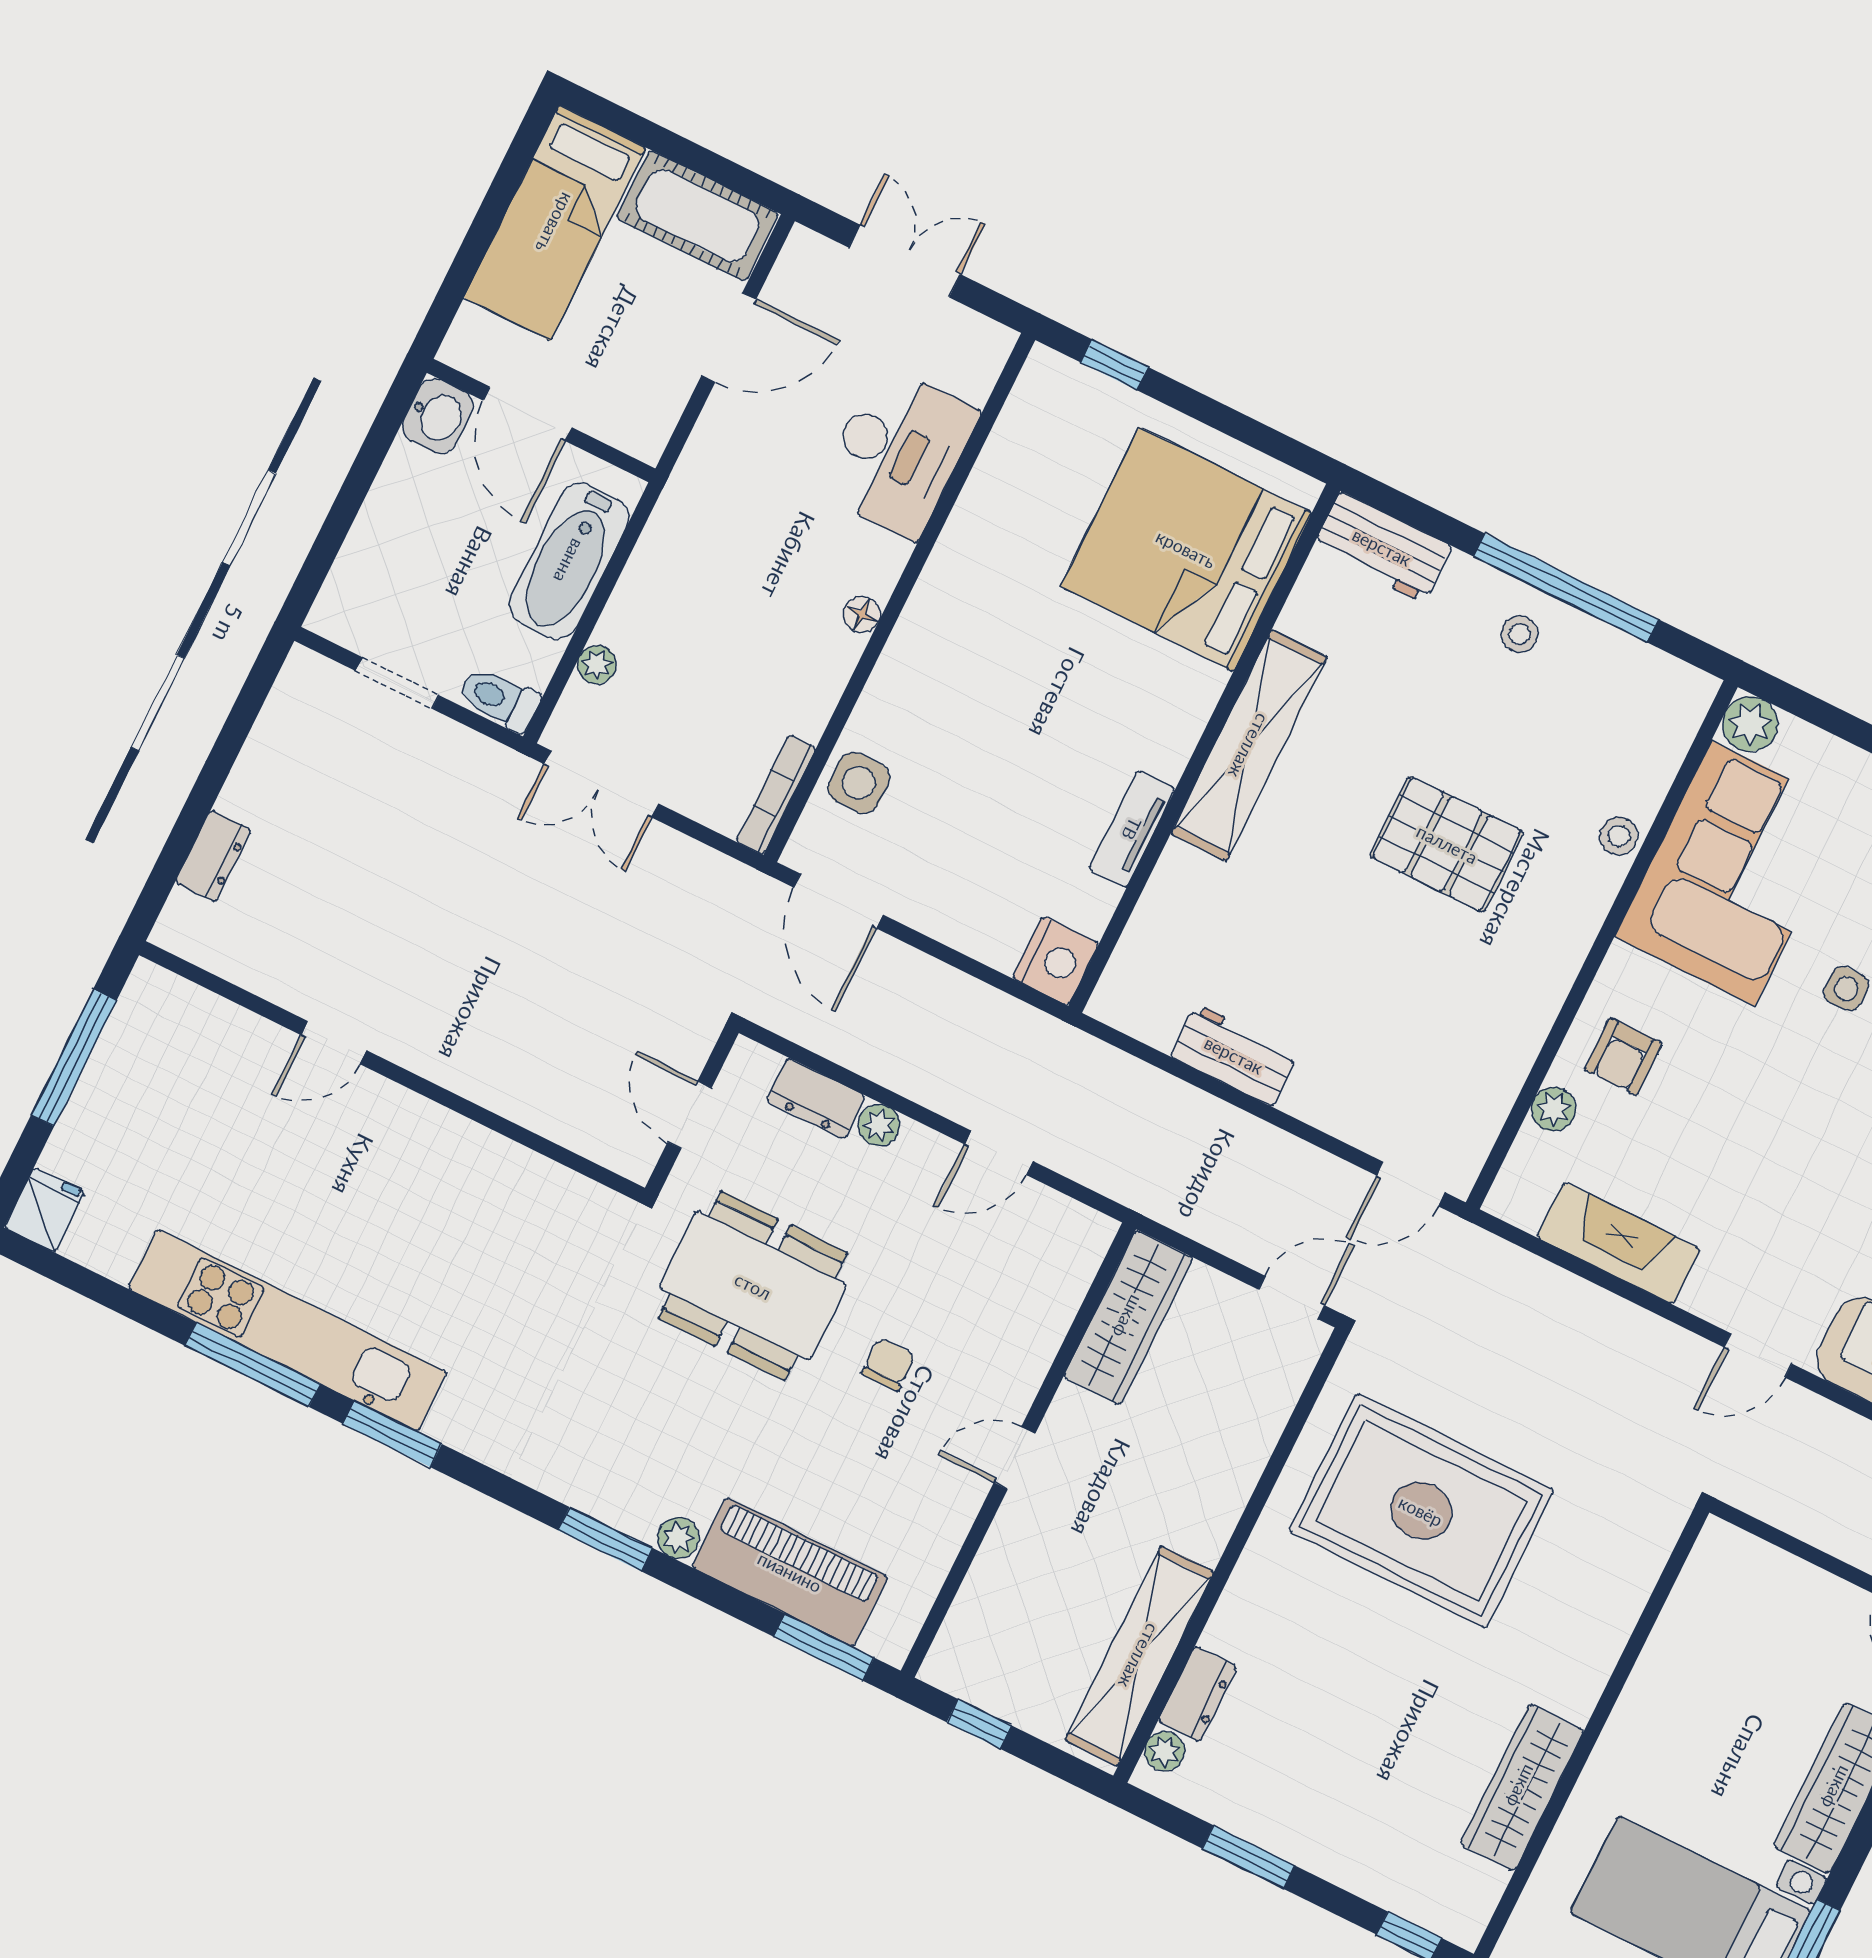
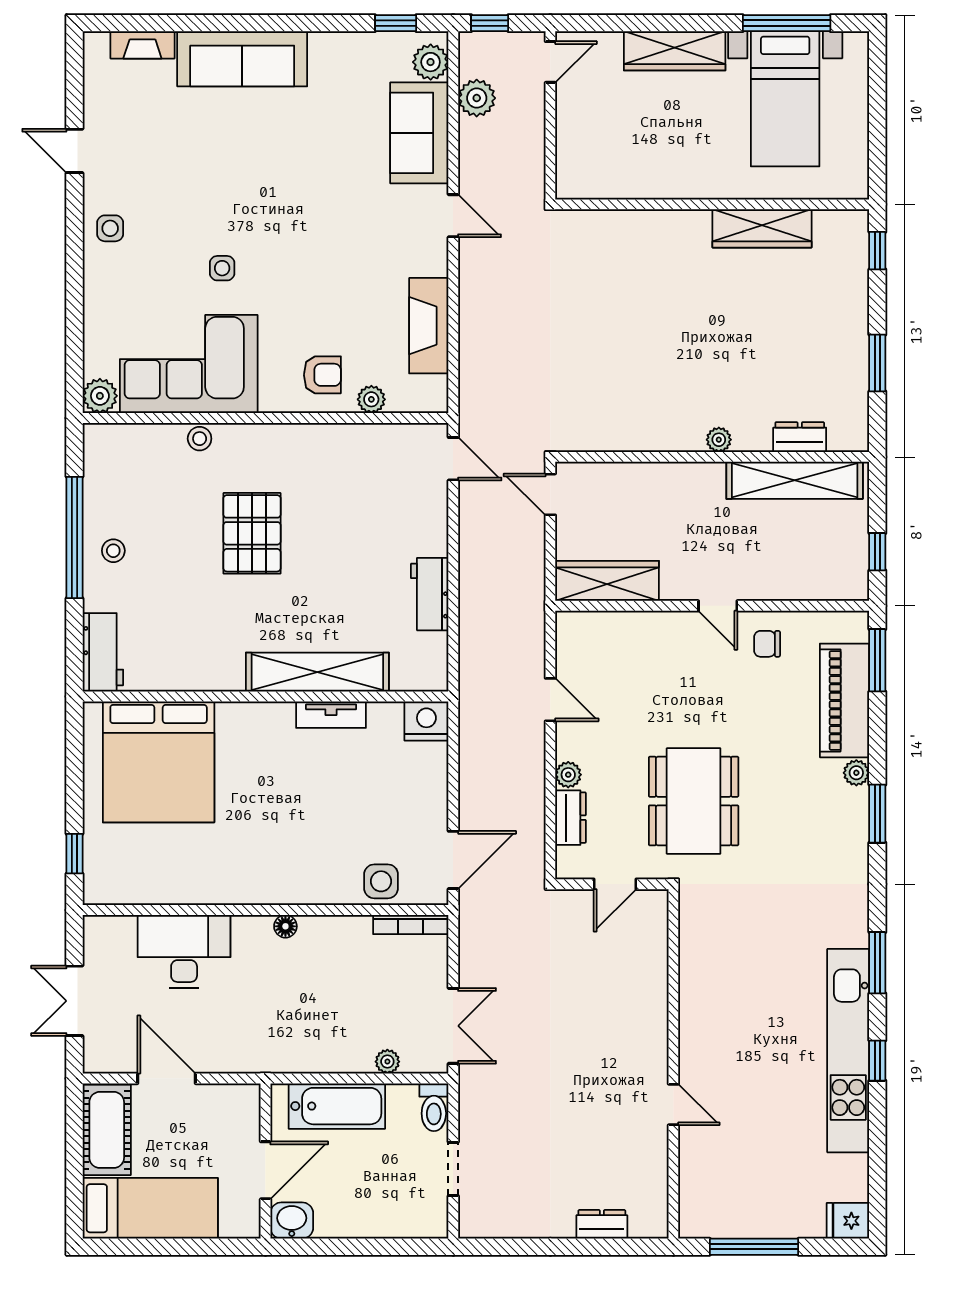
shelving: (1249, 746) -> (317, 672), moved
chair: (888, 1364) -> (767, 644), moved
window: (253, 1365) -> (877, 1061), width x0.46
rug: (1421, 1511) -> (634, 362), removed
plant: (1165, 1751) -> (719, 440), moved

